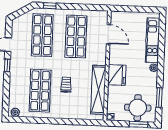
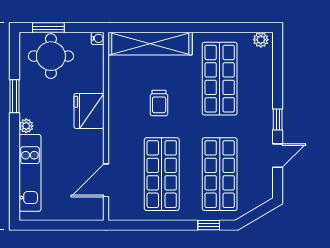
door: (108, 34) -> (106, 180), hinge flipped
trolley: (66, 85) -> (159, 103), moved
shelving: (98, 90) -> (150, 44), moved, turned 90
window: (159, 98) -> (15, 96), moved

